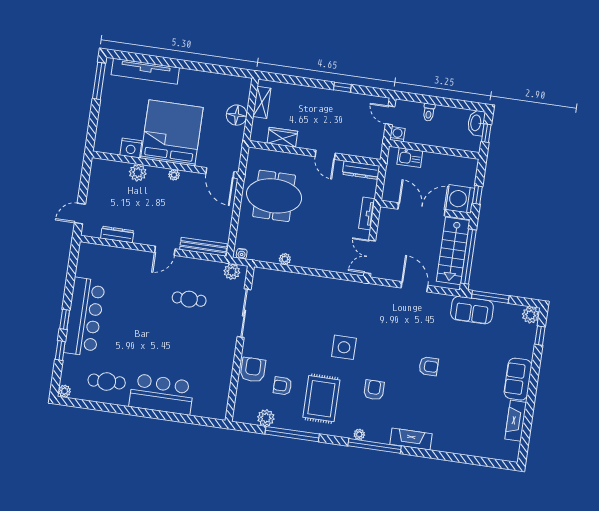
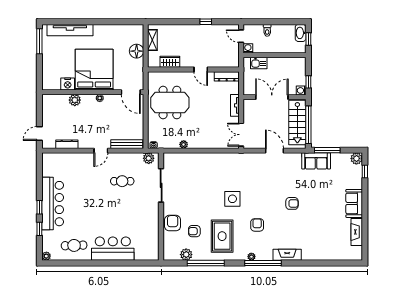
washing machine: (460, 199) -> (301, 90), width x0.53, depth x0.53

